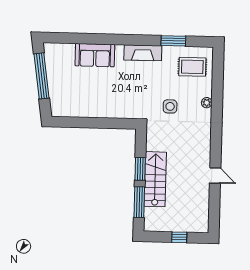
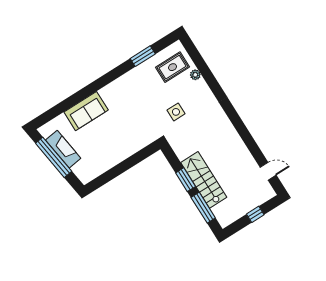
fireplace: (143, 53) -> (63, 149), moved, turned -98
plant: (207, 103) -> (195, 75), moved
door: (215, 175) -> (268, 171), moved

